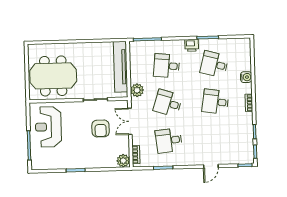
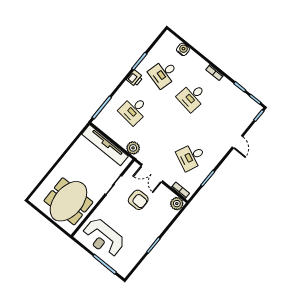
water cooler: (246, 77) -> (183, 49), moved
desk: (168, 103) -> (163, 133), removed
desk: (169, 140) -> (191, 157), turned 30

